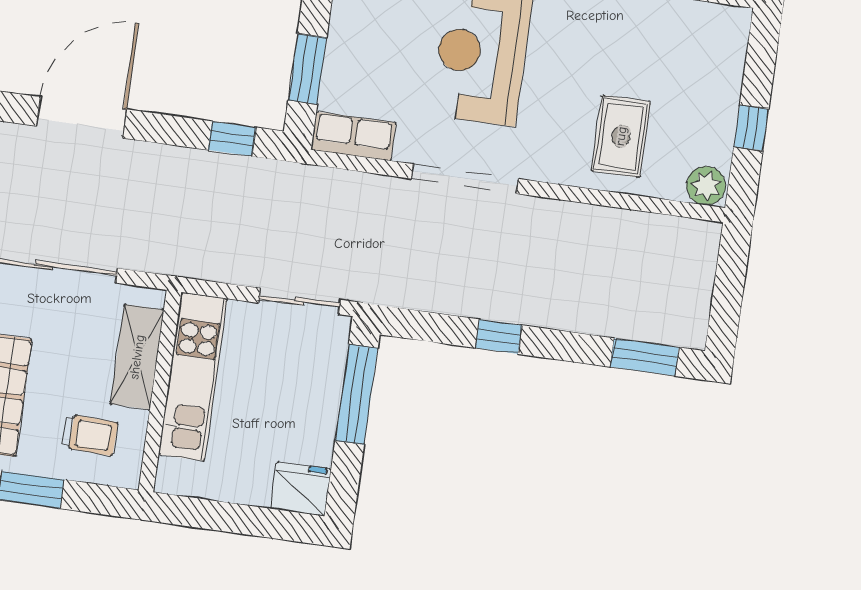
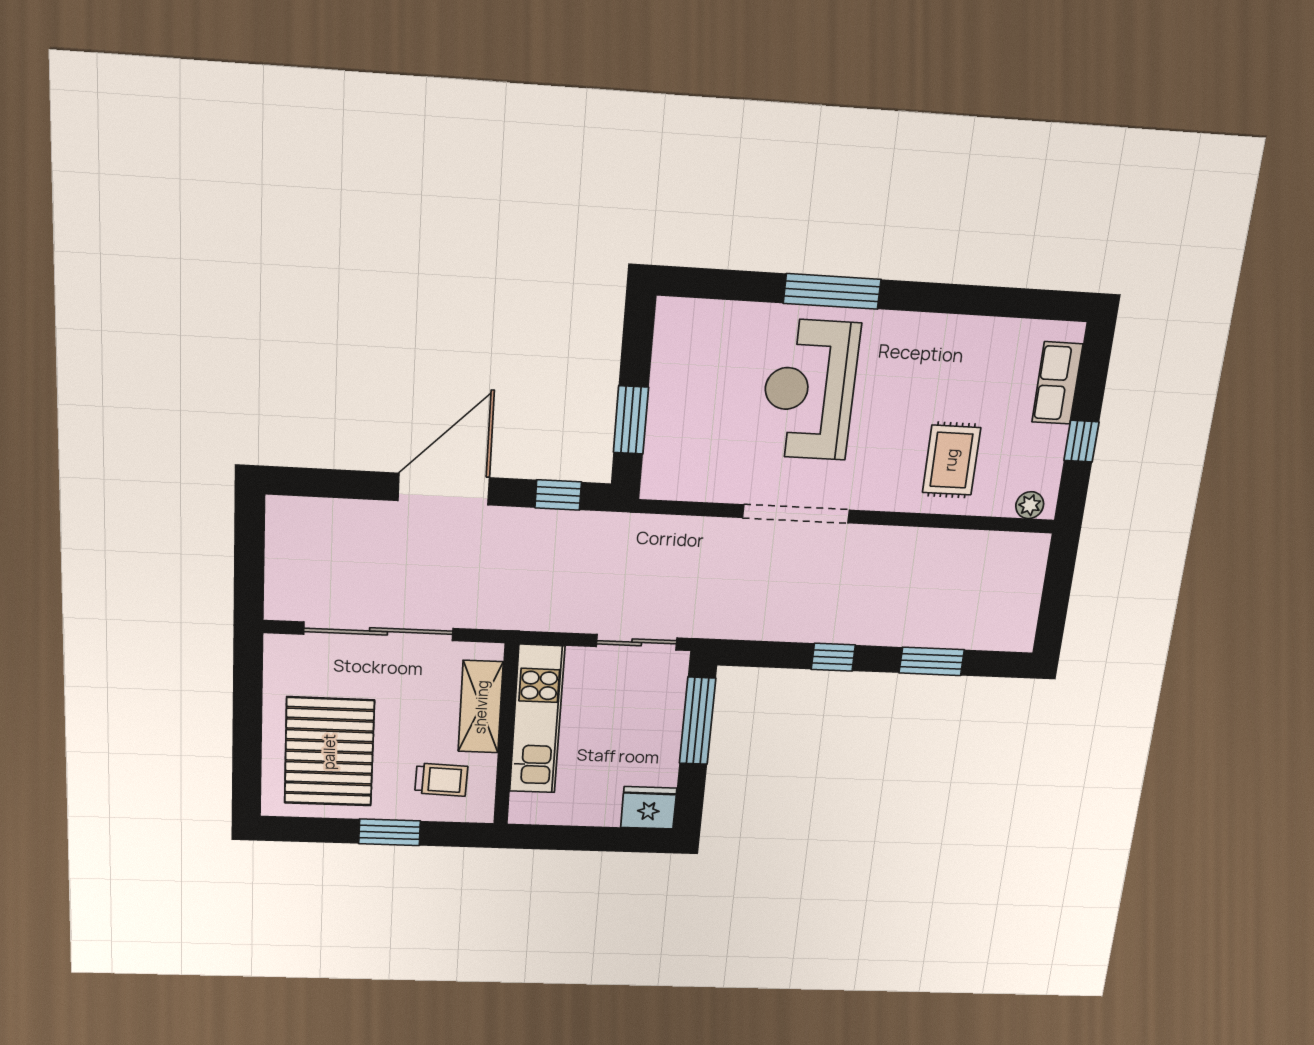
door: (81, 118) -> (444, 489), moved
row of seats: (353, 136) -> (1057, 383), moved, turned -90
plant: (706, 186) -> (1030, 505), width x0.73, depth x0.73
window: (645, 357) -> (932, 661), moved

